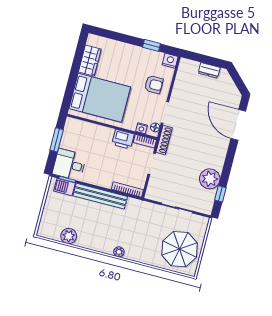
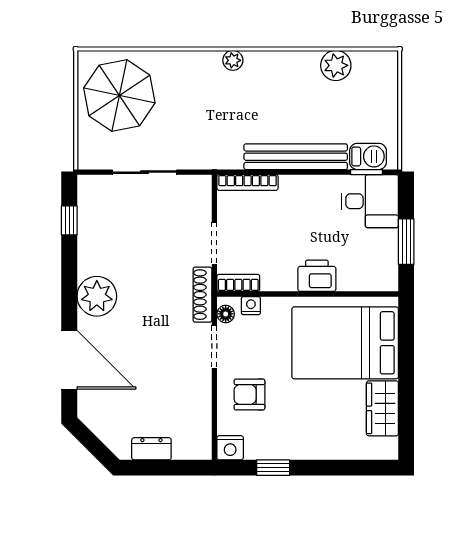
printer: (123, 139) -> (317, 276), moved
plant: (210, 179) -> (97, 296), moved

